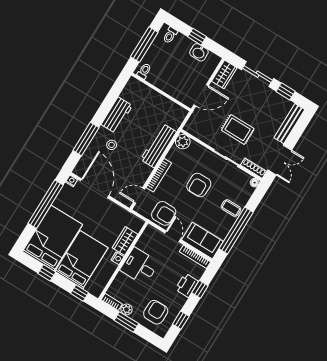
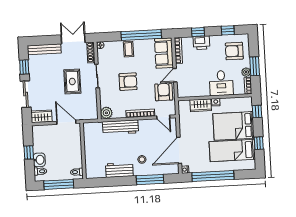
washbasin: (199, 52) -> (39, 160), moved
bed: (53, 238) -> (232, 150), width x0.67
desk: (140, 266) -> (221, 83), moved

